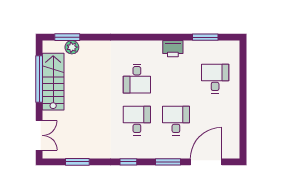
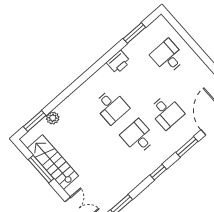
plant: (72, 47) -> (53, 118), moved
window: (39, 79) -> (41, 169), width x0.68
desk: (176, 121) -> (166, 112), turned 180

